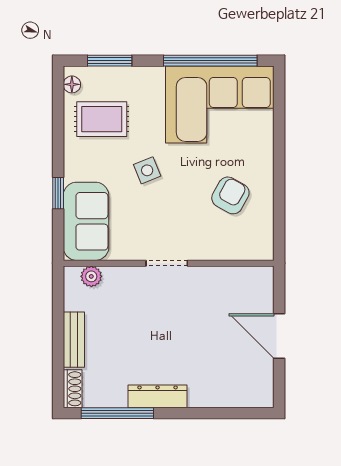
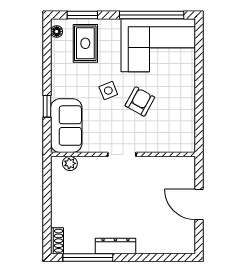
rug: (102, 119) -> (85, 43), moved, turned 90
armchair: (230, 195) -> (140, 101), moved
bench: (74, 340) -> (58, 207), removed

